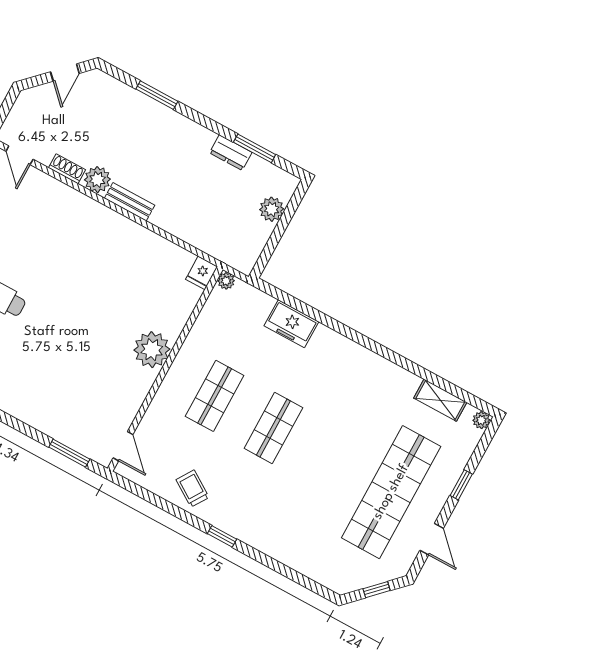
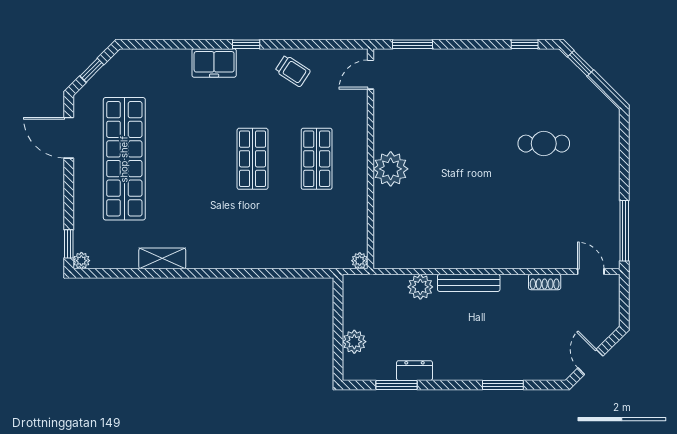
plant: (97, 180) -> (420, 287), moved
bench: (130, 202) -> (469, 283), width x1.36
fridge: (202, 273) -> (384, 256), removed
freezer: (291, 324) -> (214, 63), moved, turned 180
shelving: (440, 400) -> (162, 258), moved
door: (123, 446) -> (371, 75), hinge flipped
window: (461, 485) -> (69, 244), moved
door: (432, 539) -> (69, 138), width x1.38

